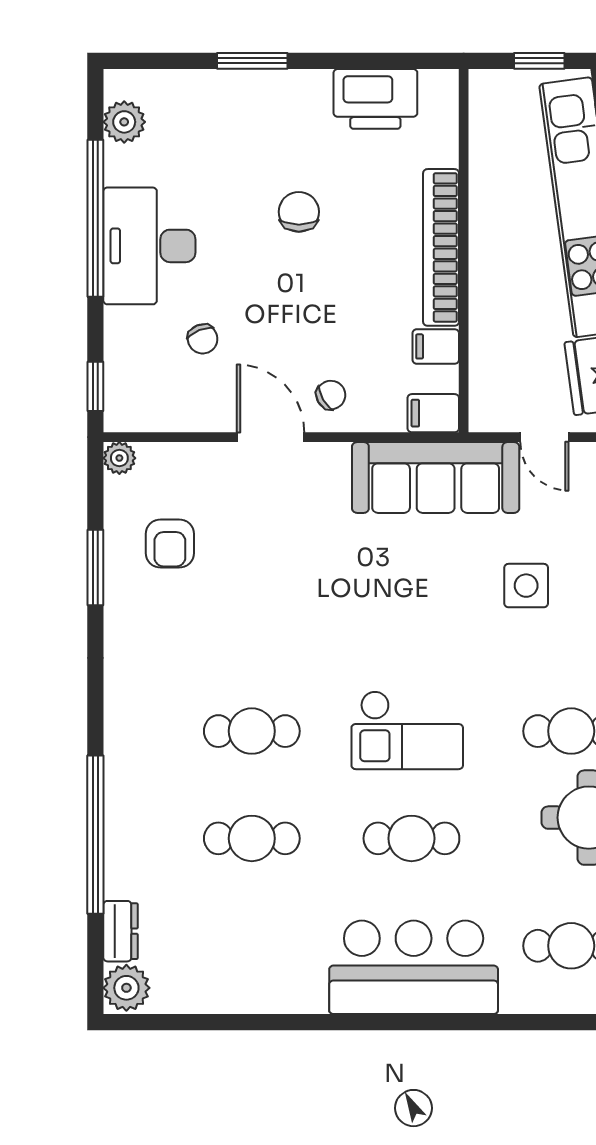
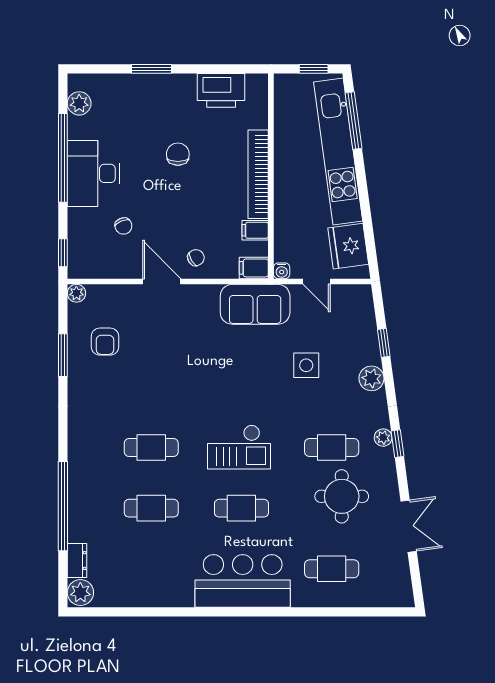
water cooler: (483, 418) -> (282, 271), added
sofa: (436, 478) -> (255, 304), width x0.73

